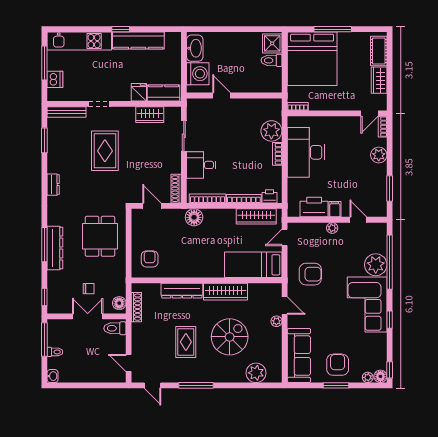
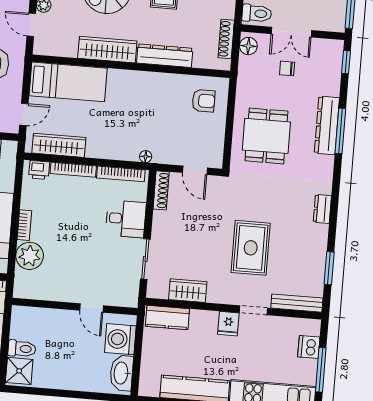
fridge: (139, 92) -> (228, 324), moved
floor lamp: (194, 217) -> (146, 157), width x0.53, depth x0.53
armchair: (150, 259) -> (204, 101), turned -90

